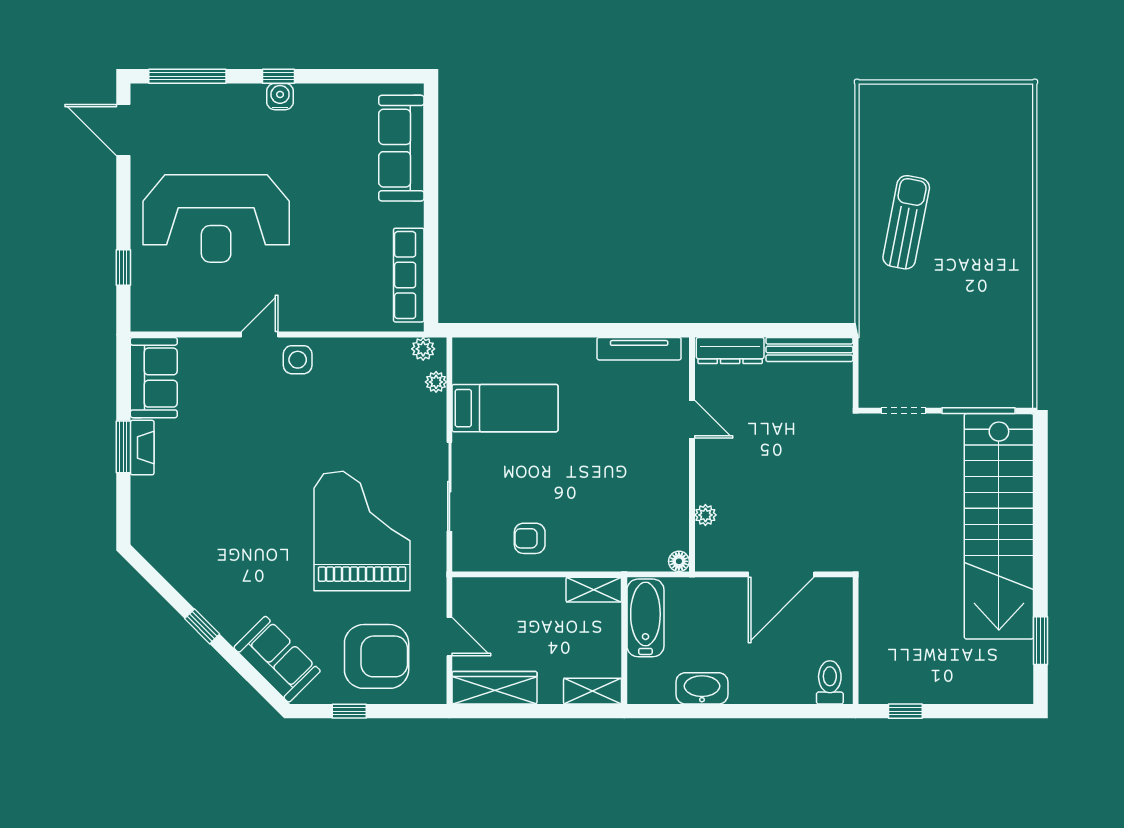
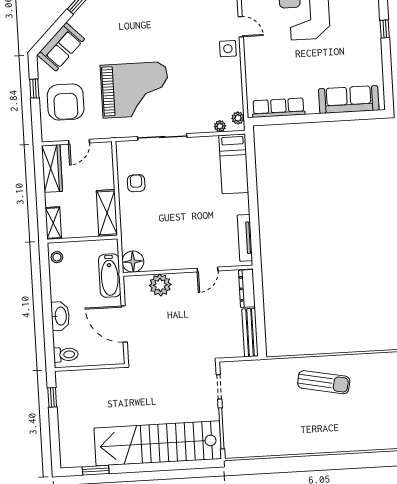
water cooler: (280, 97) -> (373, 30), removed
bed: (505, 408) -> (234, 164), moved
plant: (705, 515) -> (160, 285), width x1.88, depth x1.88
floor lamp: (679, 561) -> (133, 262), width x1.89, depth x1.89
shelving: (594, 590) -> (107, 213), width x1.50, depth x1.33
bathtub: (645, 618) -> (110, 276), moved, turned 90
stool: (654, 688) -> (57, 257), added
washbasin: (702, 688) -> (60, 316), moved

